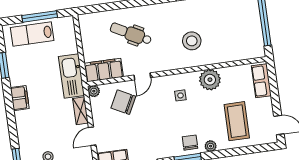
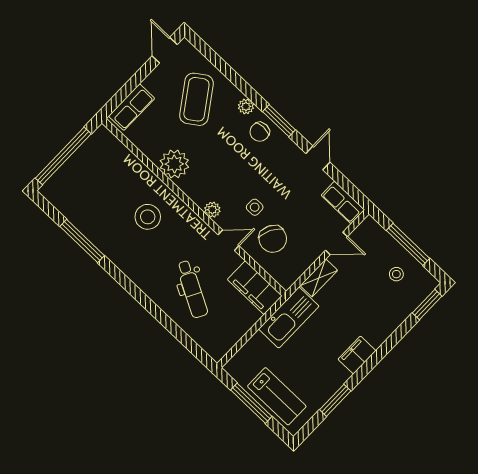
plant: (94, 91) -> (212, 210), moved
side table: (180, 95) -> (255, 207), moved
coffee table: (237, 121) -> (196, 99), turned -35

